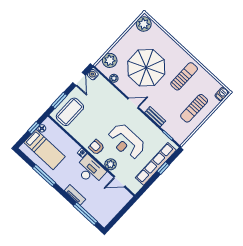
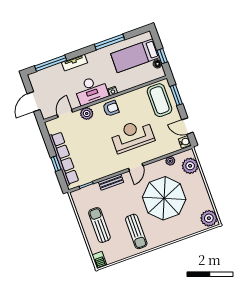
reception desk: (126, 142) -> (132, 136), moved
door: (123, 211) -> (34, 102), added

